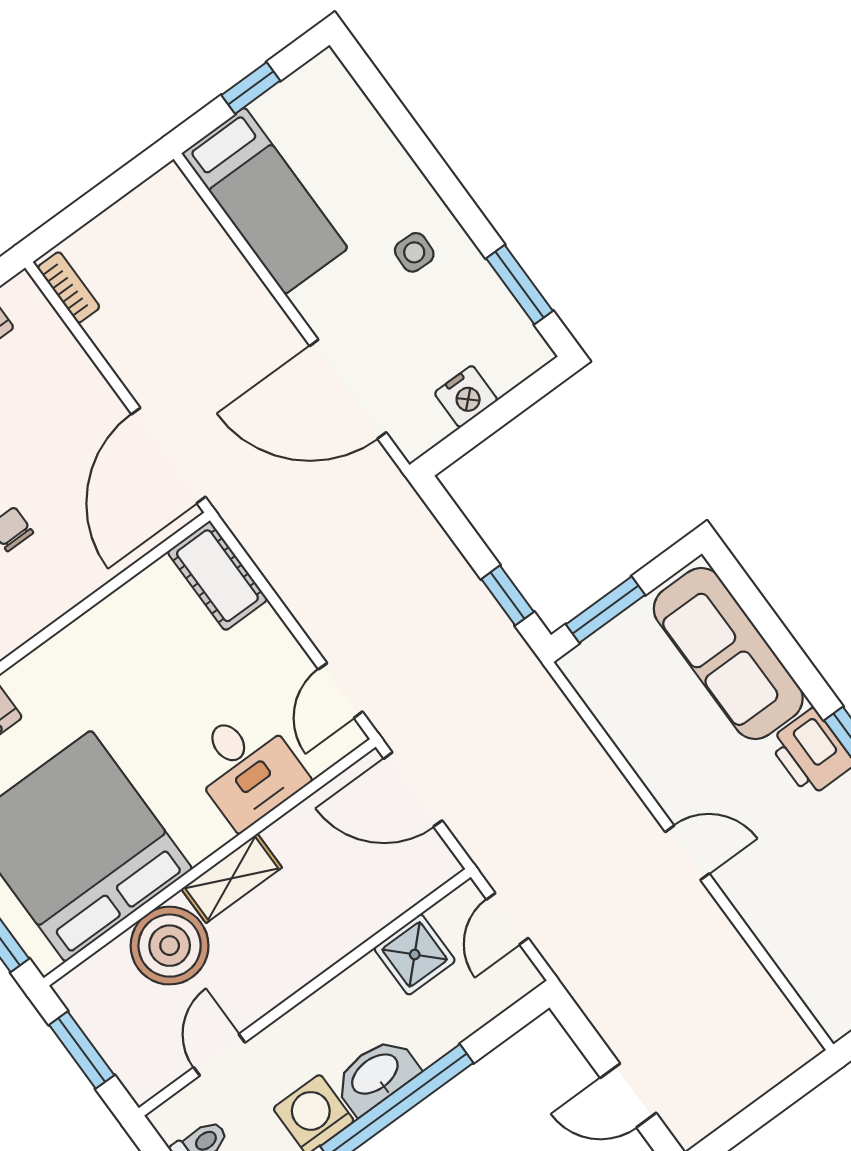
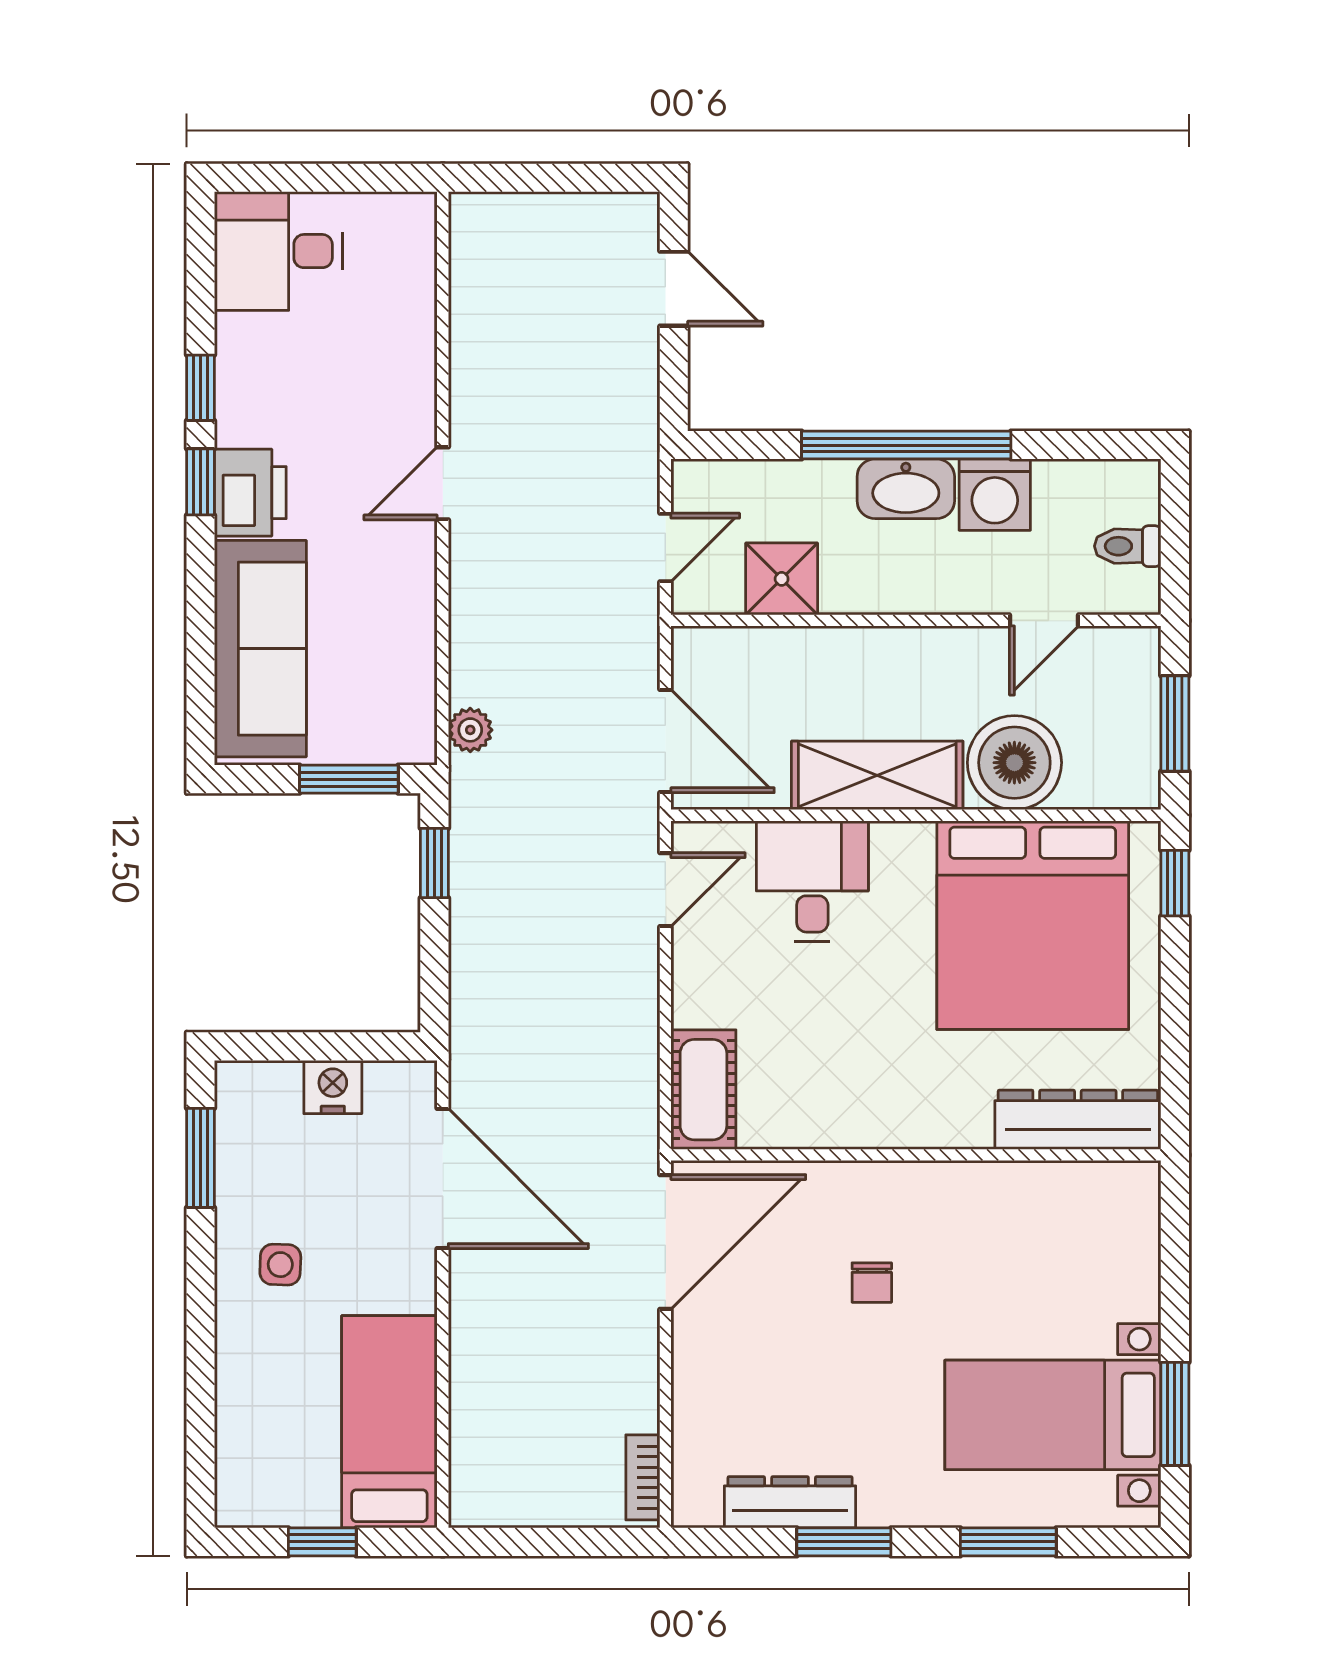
plant: (549, 702) -> (470, 730), added
door: (687, 853) -> (443, 483), hinge flipped
shelving: (232, 878) -> (877, 775), width x1.50, depth x1.33

